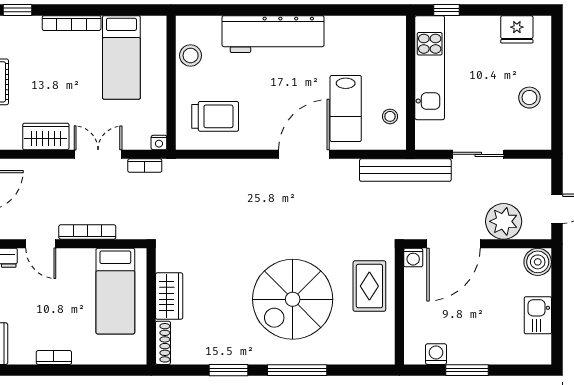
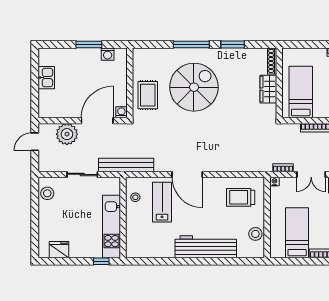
stool: (529, 98) -> (47, 193), moved
door: (304, 154) -> (187, 174), hinge flipped
boiler: (538, 262) -> (46, 110), removed

